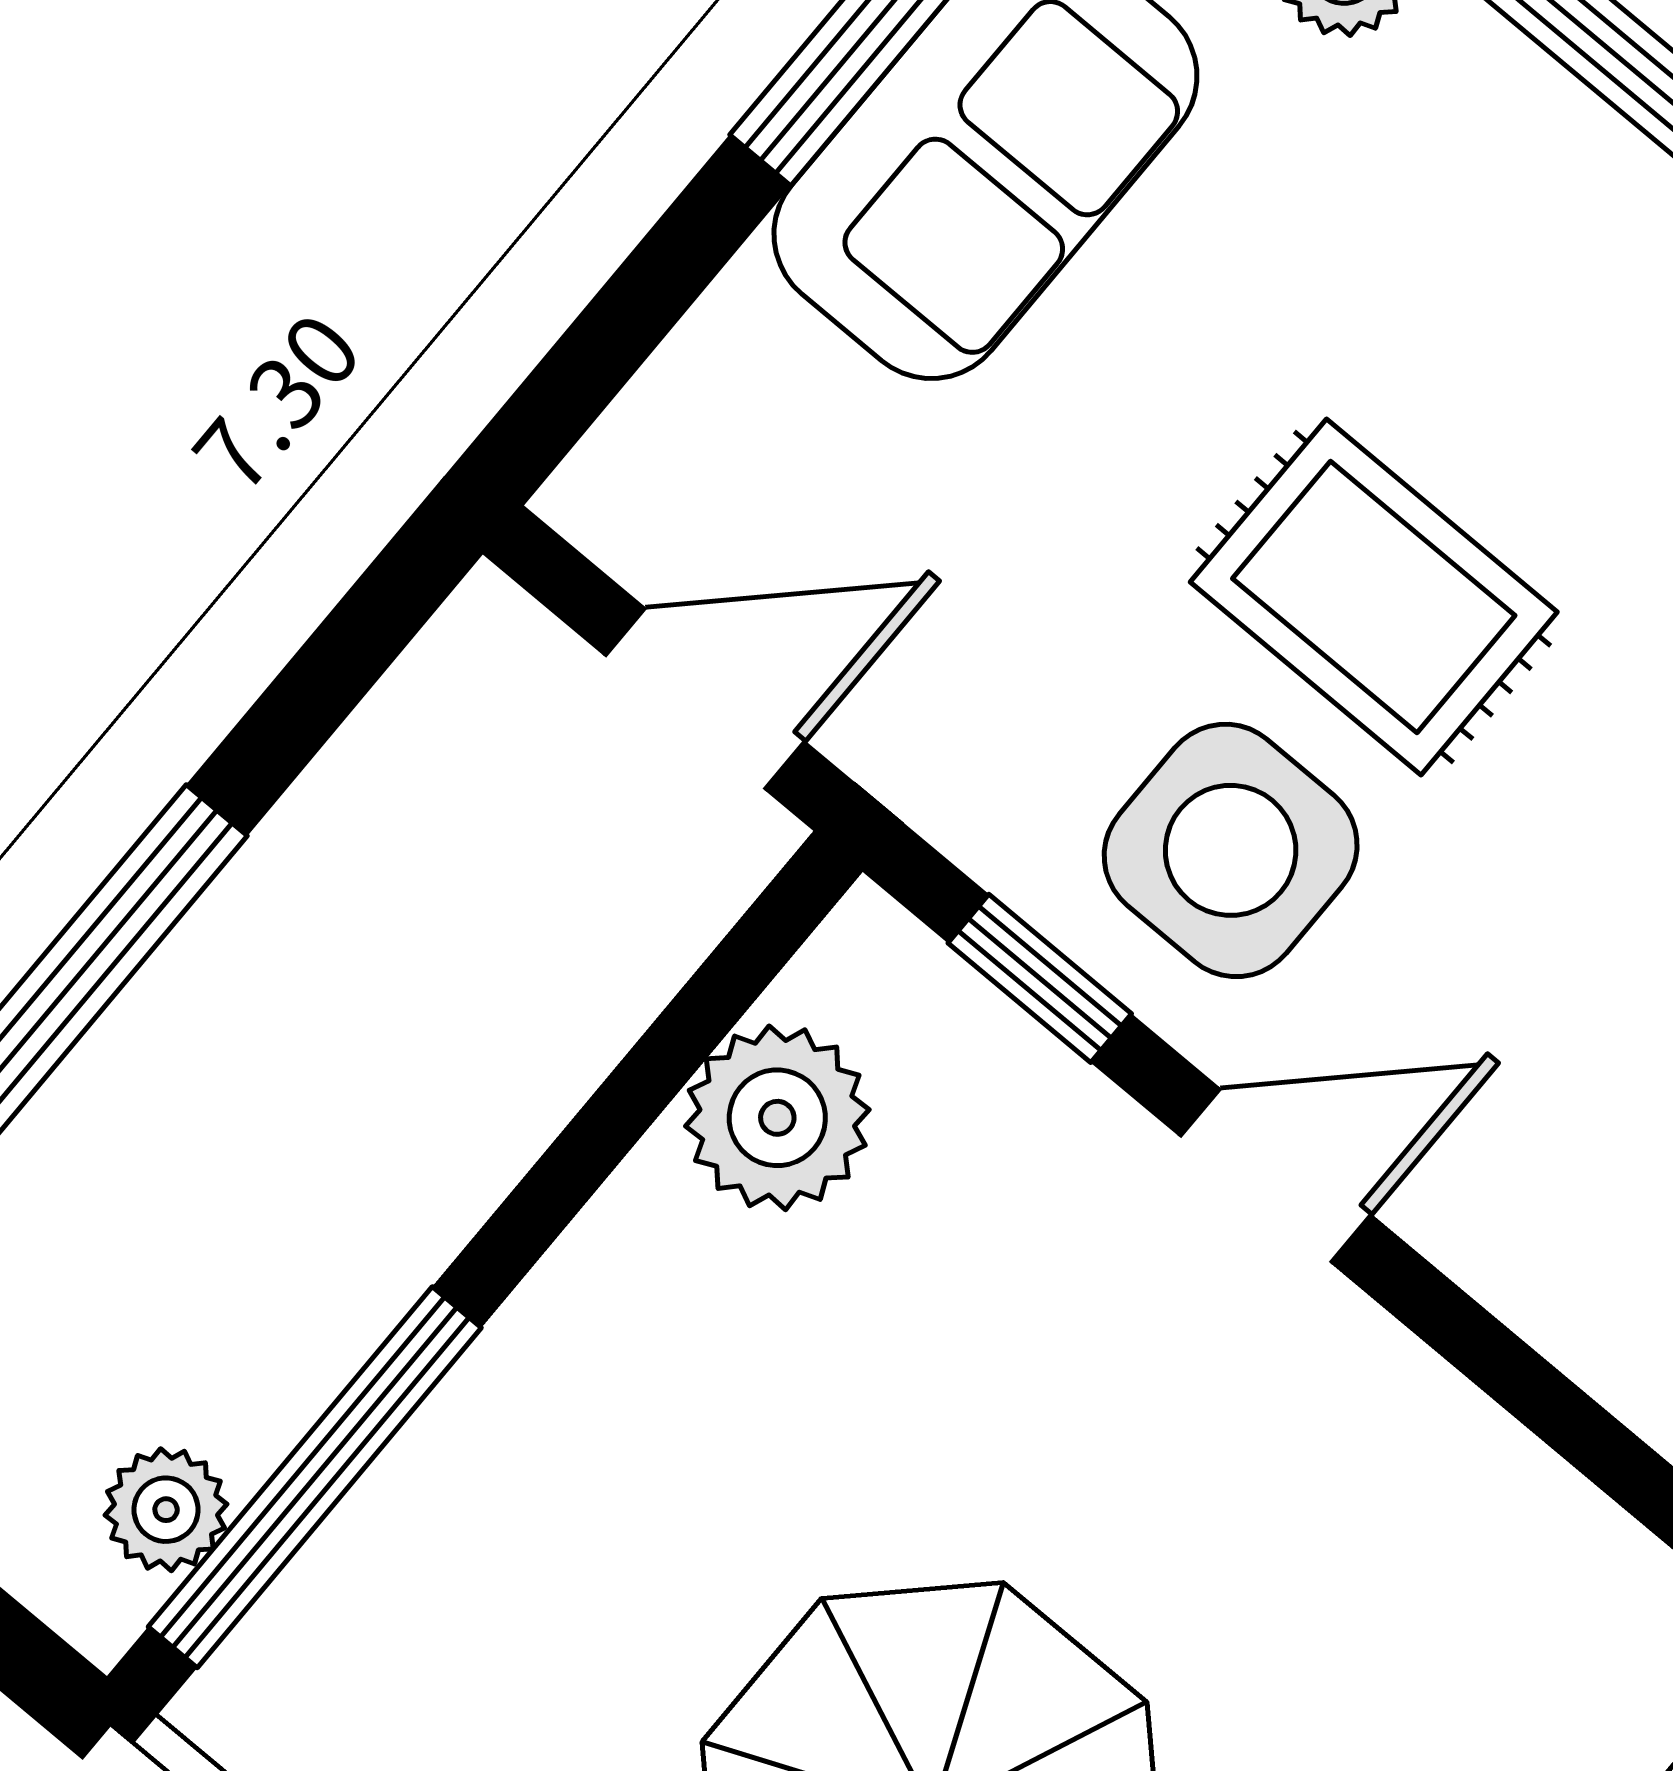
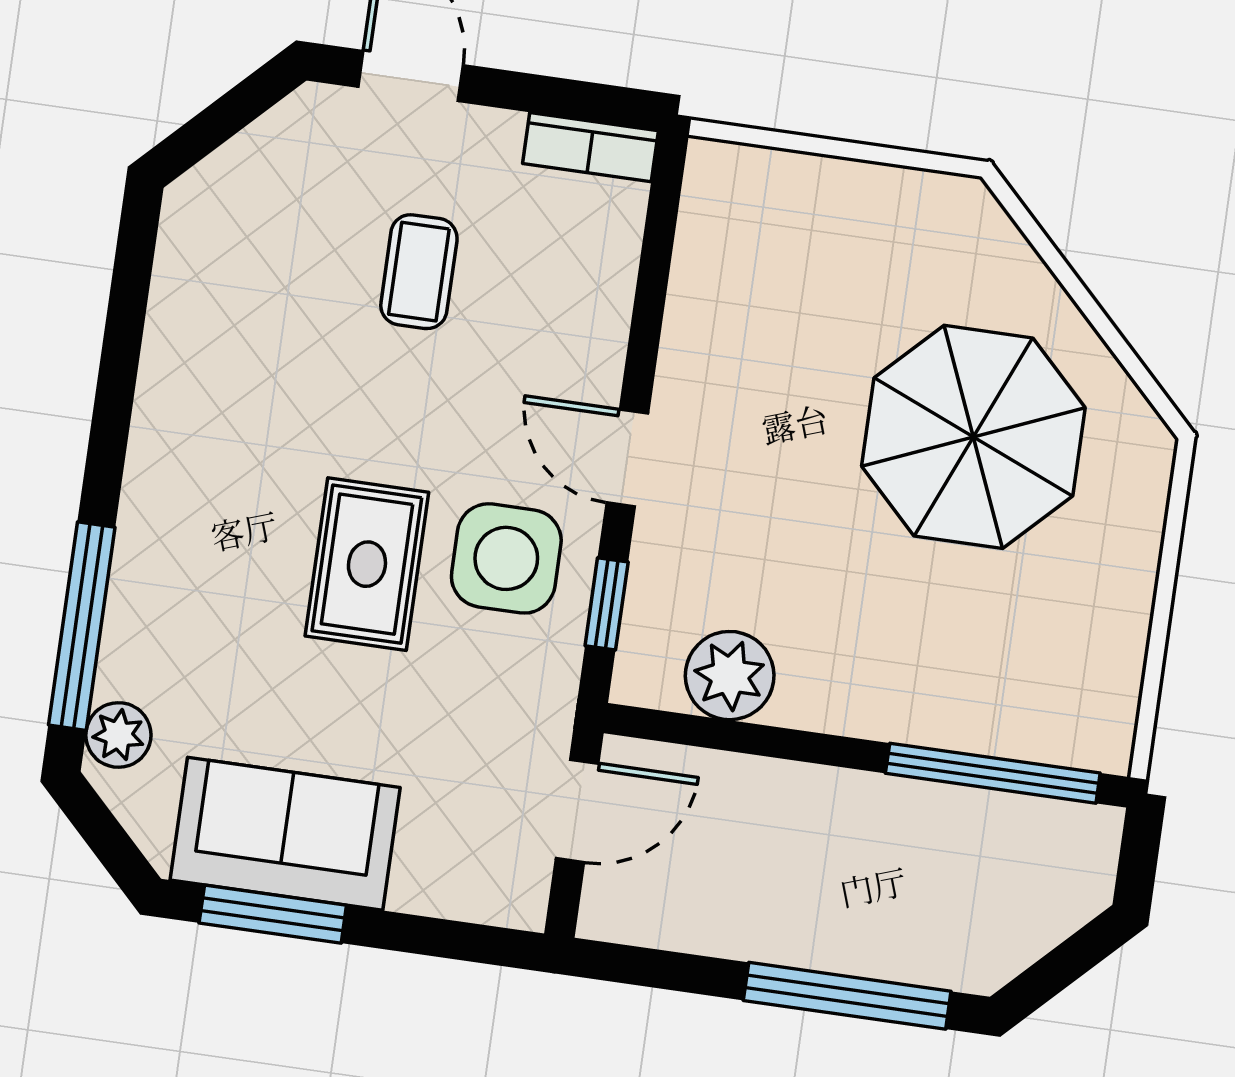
door: (705, 699) -> (577, 811), swing flipped
plant: (166, 1510) -> (1044, 826), removed

